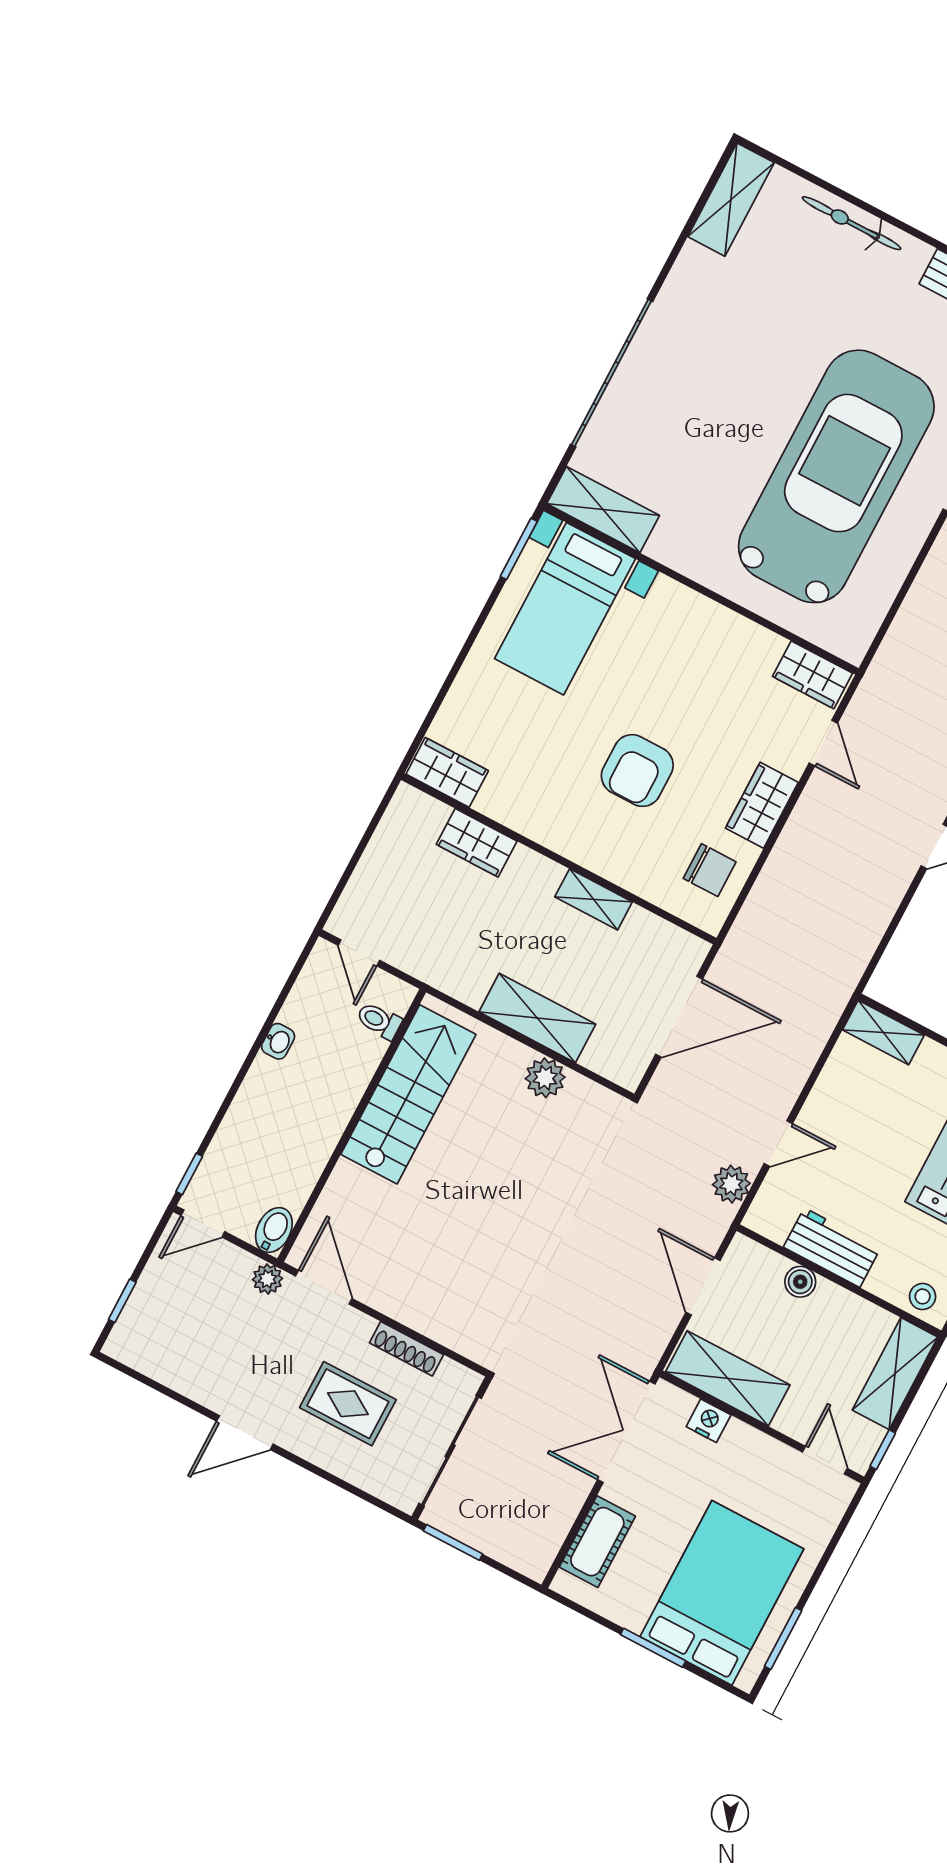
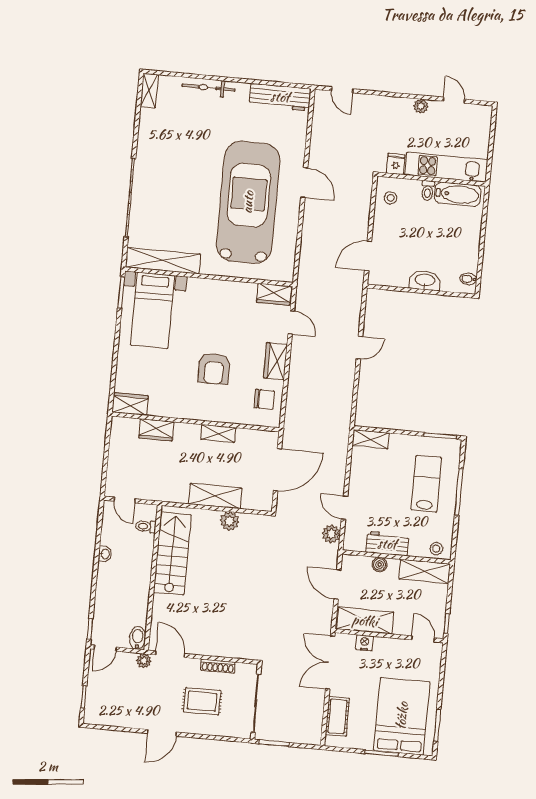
shelving: (731, 200) -> (149, 91), width x0.67, depth x0.75
shelving: (603, 510) -> (163, 261), width x1.47
door: (778, 1144) -> (345, 508), swing flipped
shelving: (895, 1374) -> (425, 571), moved, turned 90

